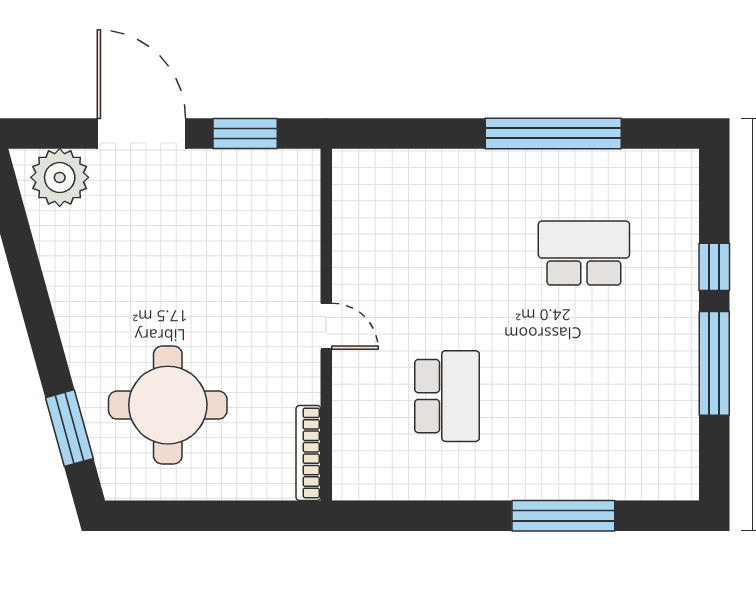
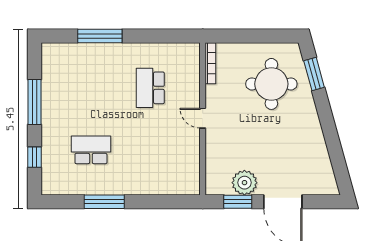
window: (553, 133) -> (104, 202), width x0.68
plant: (60, 177) -> (244, 183), moved
school desk: (584, 253) -> (91, 150), turned 180
window: (714, 267) -> (34, 157), moved

